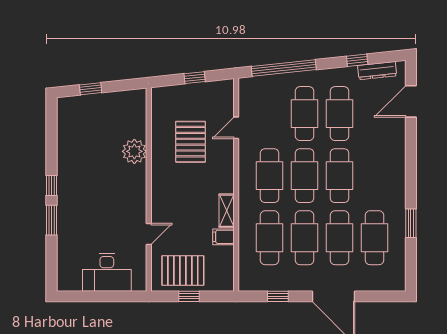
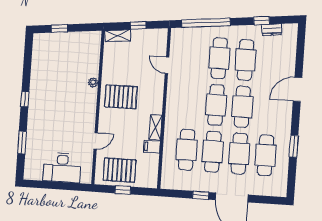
dresser: (377, 71) -> (272, 30), width x0.70
shelving: (168, 93) -> (118, 36), added
door: (411, 101) -> (298, 89), moved
door: (236, 128) -> (167, 65), hinge flipped
pallet: (190, 142) -> (121, 97), moved, turned 90
plant: (134, 151) -> (93, 83), width x0.53, depth x0.53
cafe table: (270, 176) -> (190, 103), removed
window: (51, 220) -> (22, 143), moved
window: (278, 296) -> (201, 195), moved

